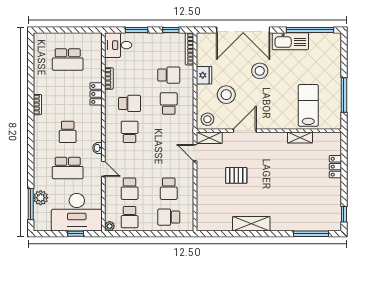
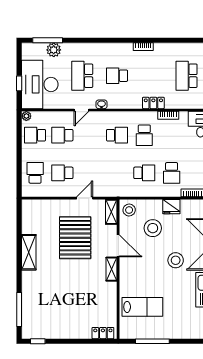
shelving: (300, 137) -> (112, 269), moved
door: (195, 153) -> (85, 198), moved
locker: (335, 167) -> (103, 333), moved
pallet: (236, 175) -> (75, 238), width x2.05, depth x2.00

